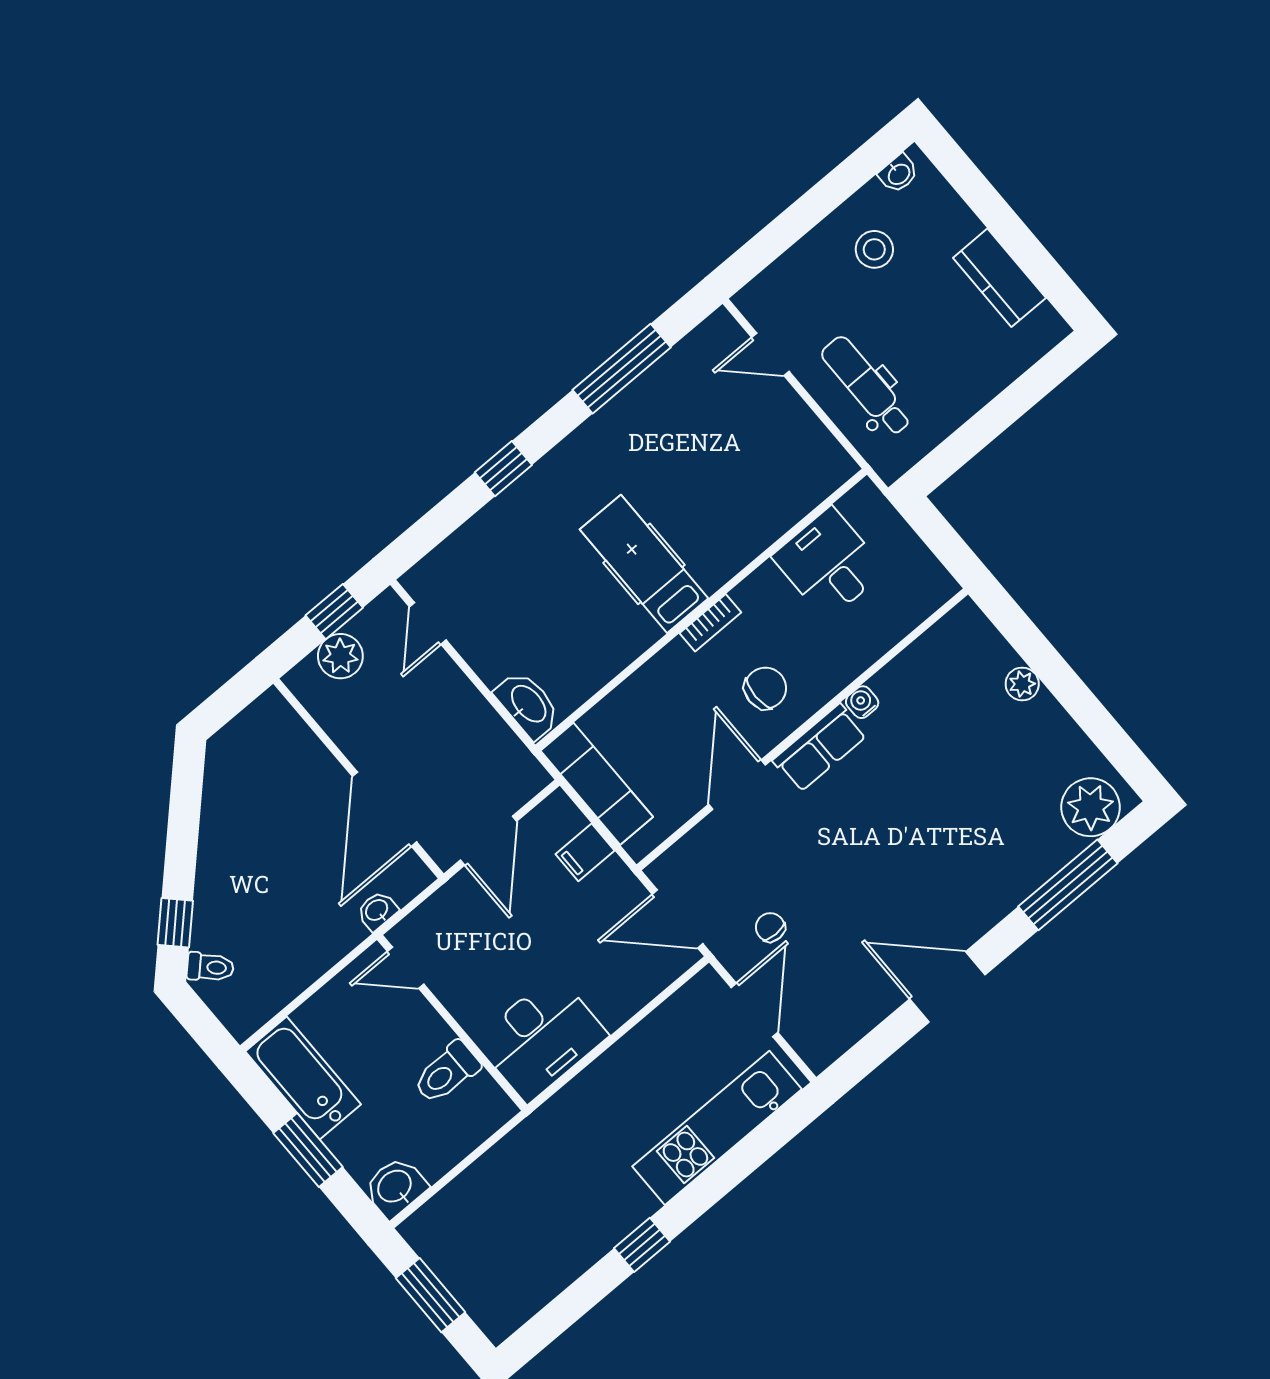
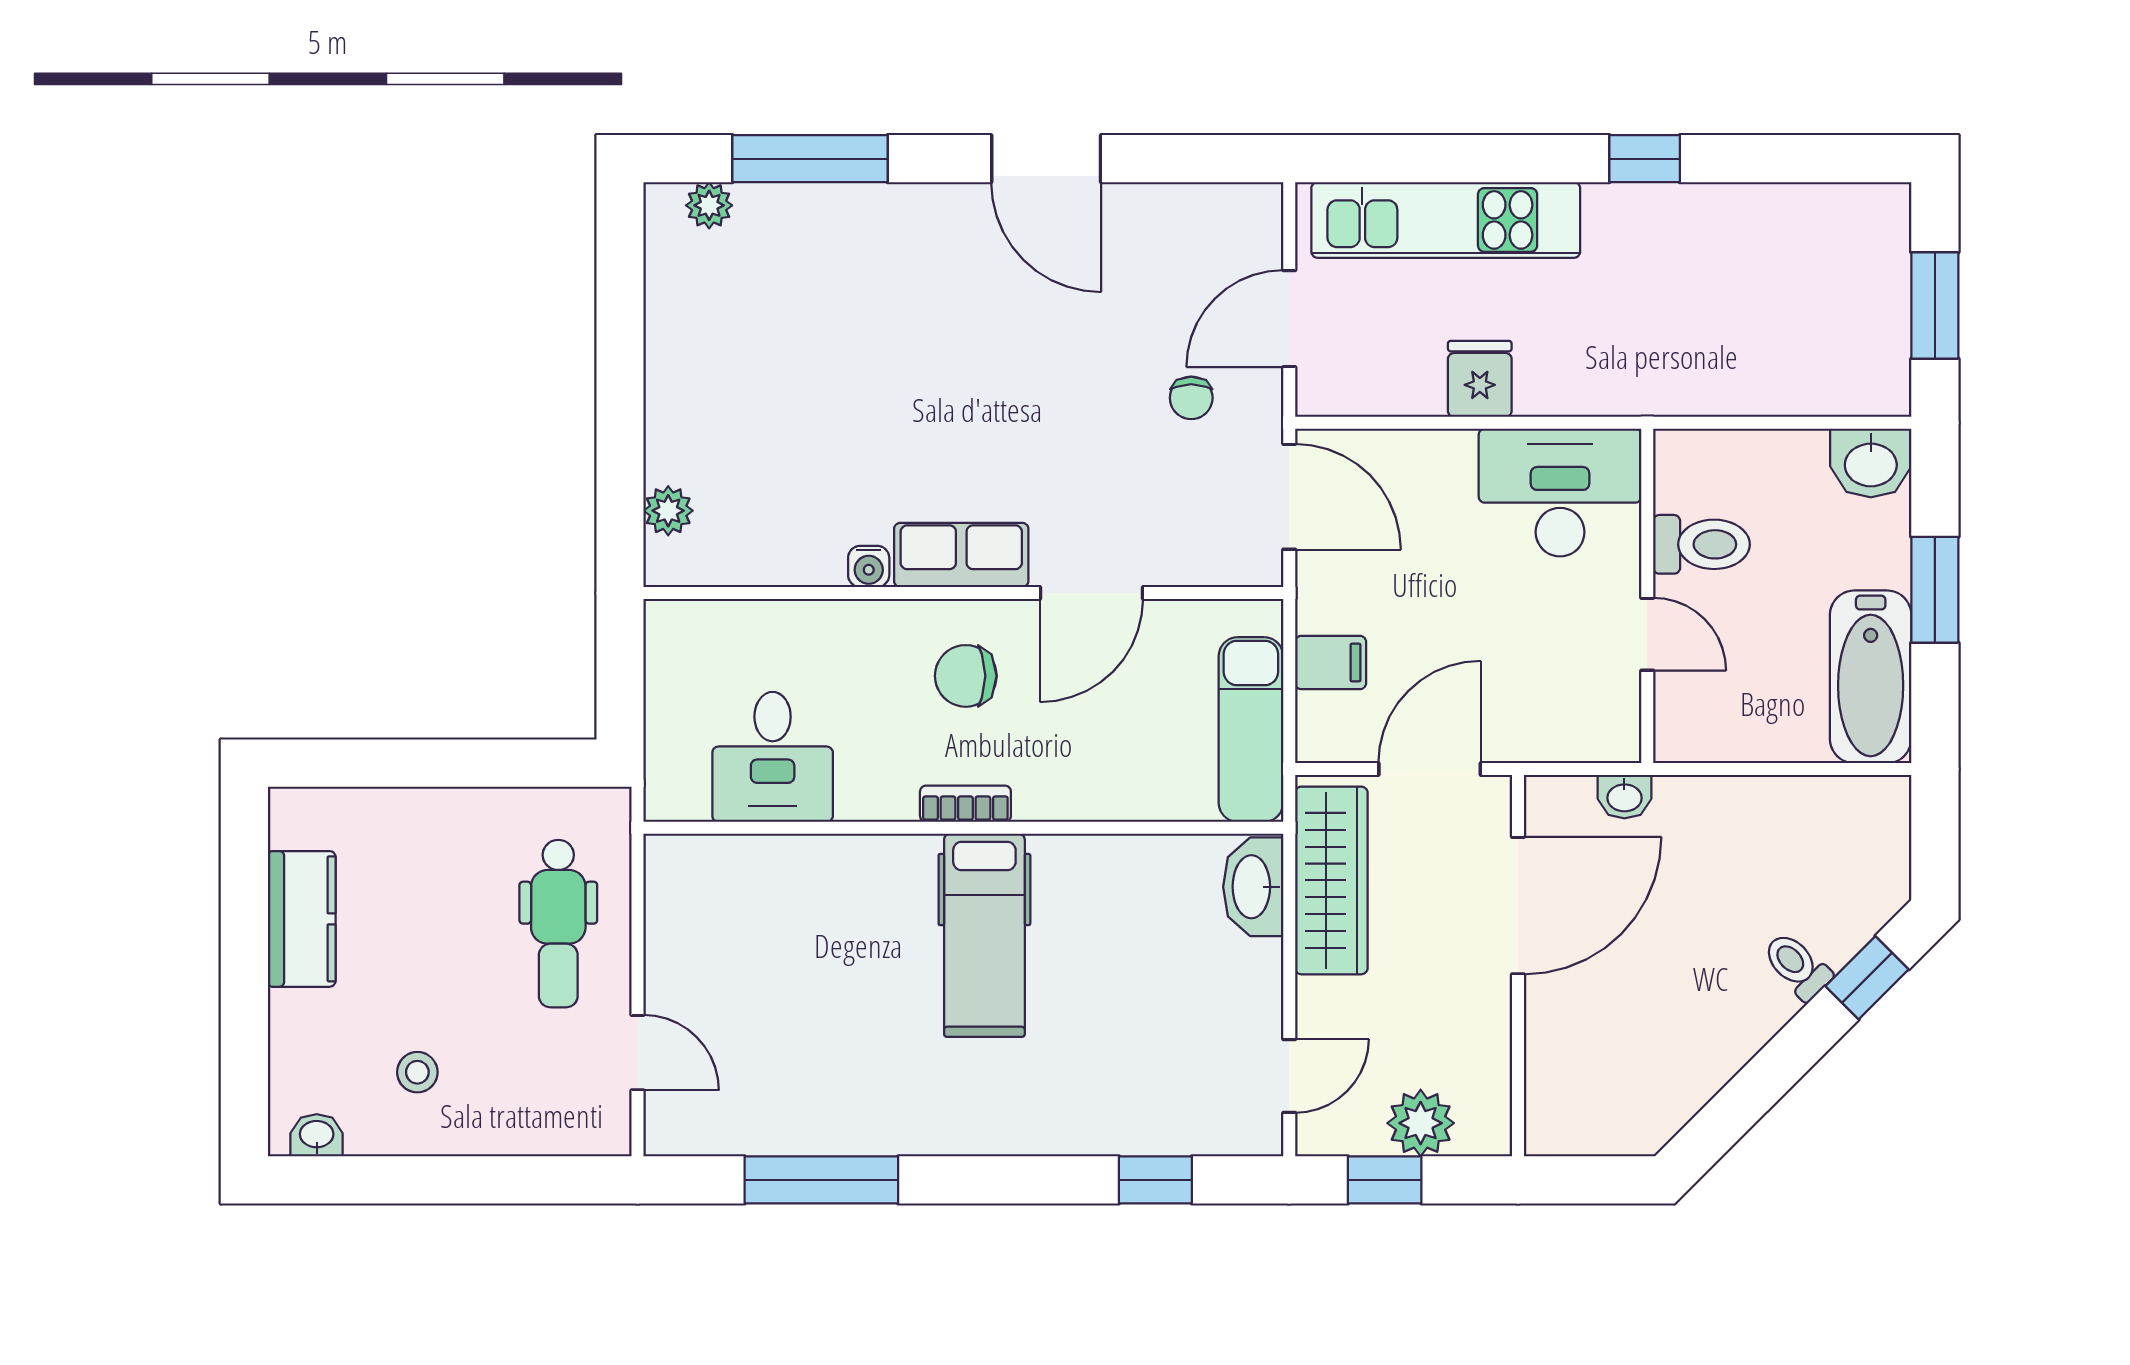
stool: (874, 249) -> (417, 1072), width x0.73, depth x0.73
window: (503, 469) -> (1155, 1180), moved
plant: (1022, 684) -> (668, 511), moved
wardrobe: (491, 741) -> (1331, 880), added
plant: (1091, 807) -> (709, 205), width x0.53, depth x0.53
toilet: (210, 967) -> (1797, 966), moved
door: (406, 968) -> (1647, 634), moved
fridge: (631, 1061) -> (1480, 379), added

